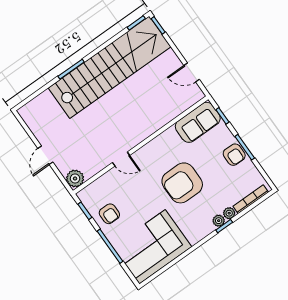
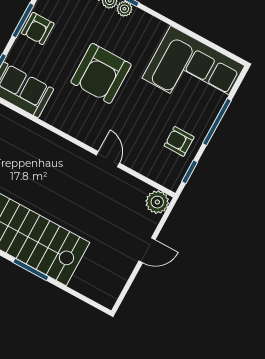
armchair: (234, 155) -> (38, 28), turned 180
armchair: (182, 183) -> (101, 73), turned 90
armchair: (109, 214) -> (179, 141), turned -90

